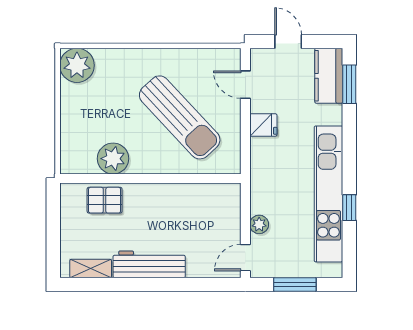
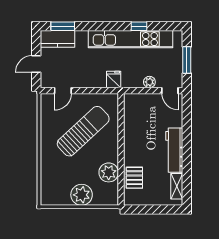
plant: (77, 65) -> (82, 195), moved
fridge: (263, 125) -> (114, 79), moved

